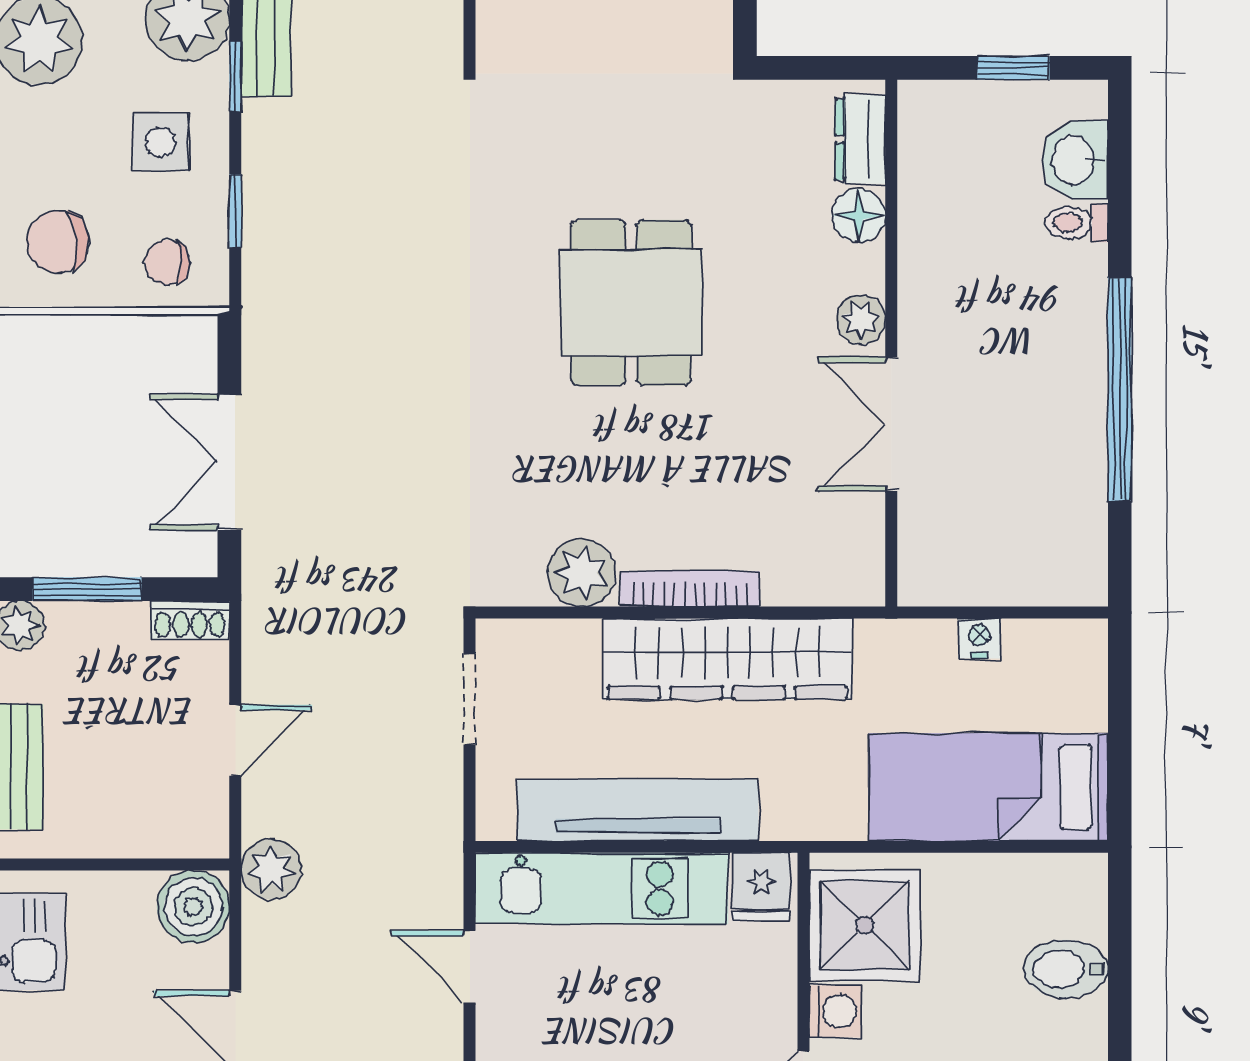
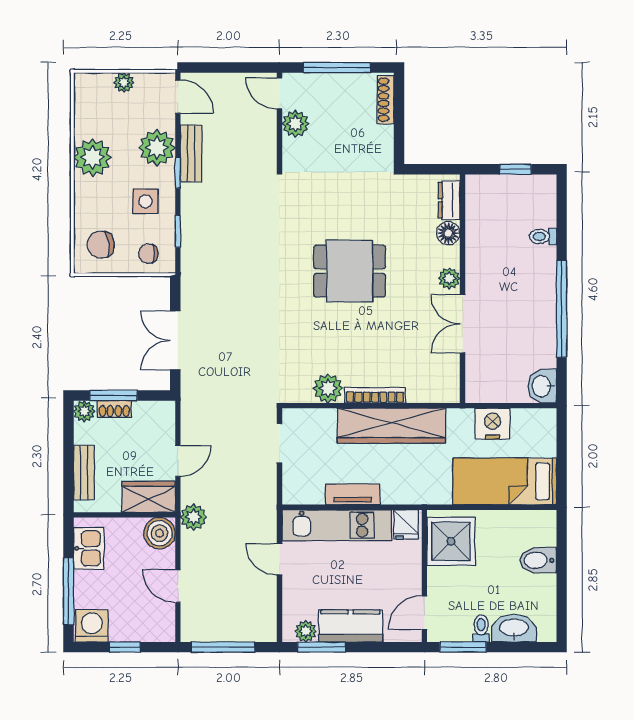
washbasin: (1075, 160) -> (542, 386), moved
dining table: (631, 303) -> (350, 271), turned 90
shoe rack: (190, 620) -> (114, 409), moved
nightstand: (979, 638) -> (493, 424), width x1.89, depth x1.79
tv unit: (638, 810) -> (352, 494), width x0.52, depth x0.78
wardrobe: (168, 823) -> (148, 497), added
washing machine: (835, 1011) -> (438, 579), removed

